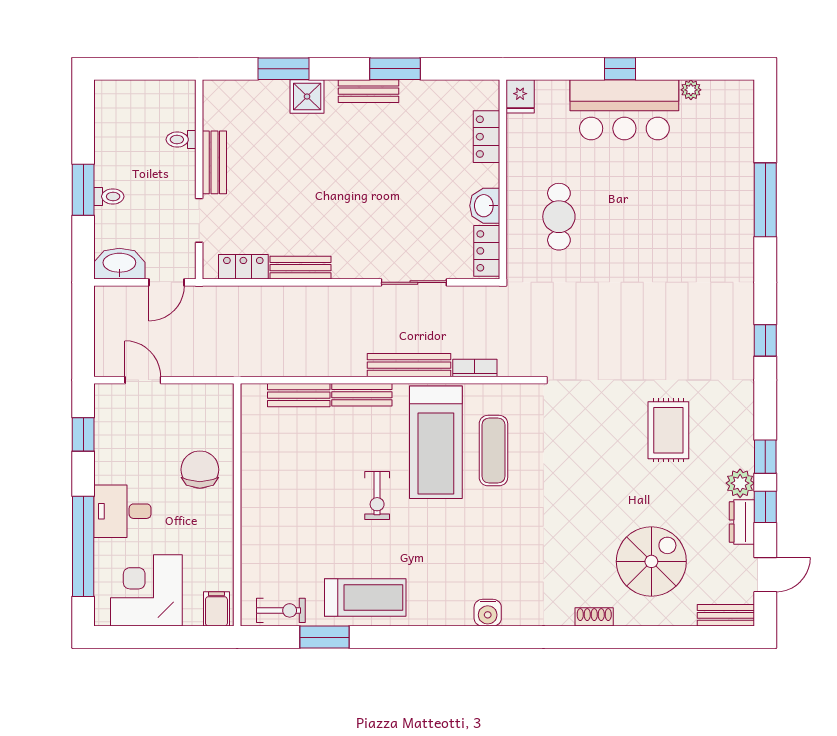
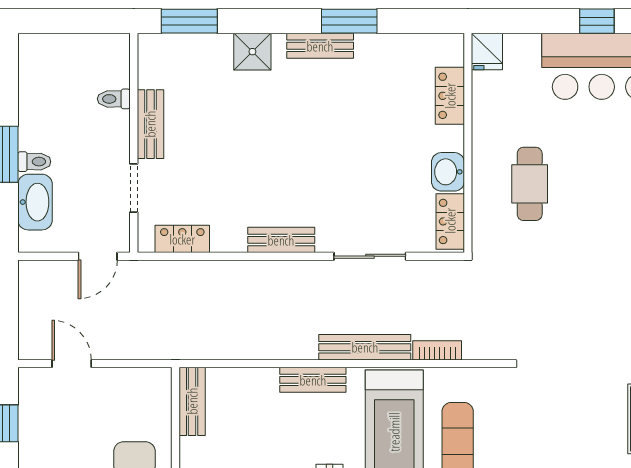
window: (284, 69) -> (189, 21), moved
washbasin: (119, 264) -> (35, 202), moved, turned 90
bench: (300, 268) -> (281, 240), moved
bench: (299, 395) -> (192, 401), moved, turned 90

